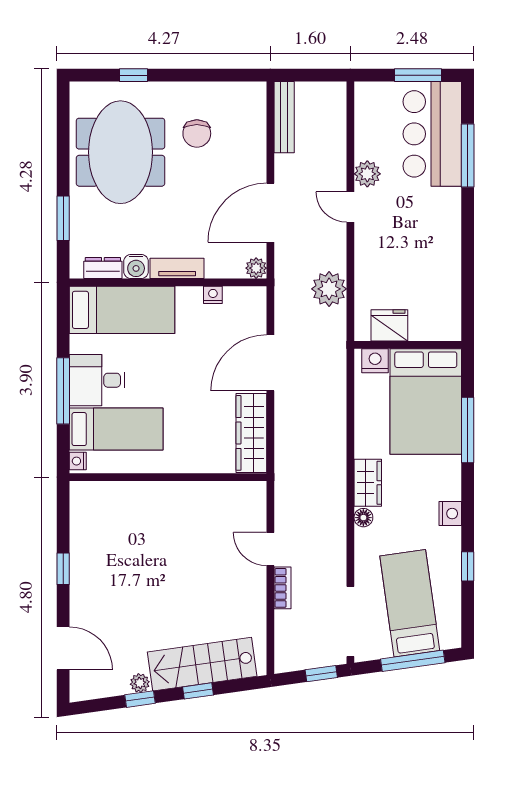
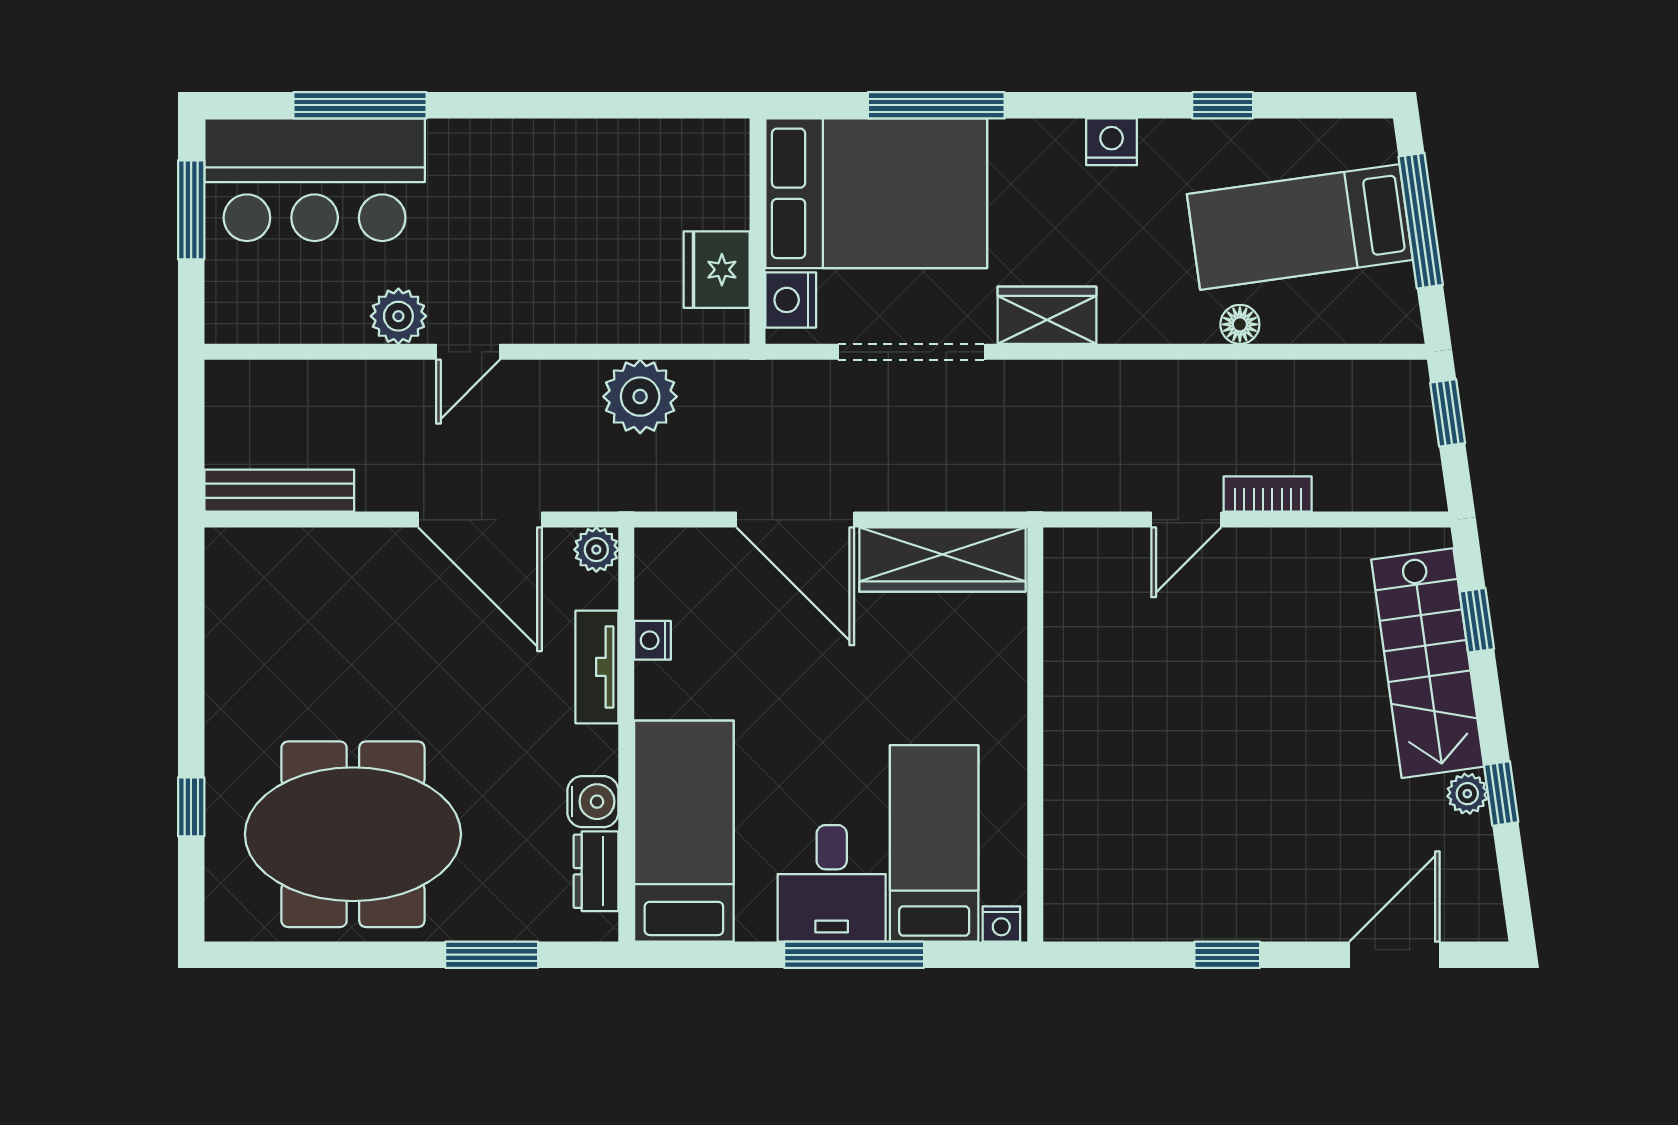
chair: (197, 133) -> (314, 674), removed
tv unit: (177, 268) -> (597, 667), moved
floor lamp: (363, 518) -> (1240, 324), moved
doorway: (350, 621) -> (911, 352), moved
window: (198, 691) -> (1477, 620), moved

